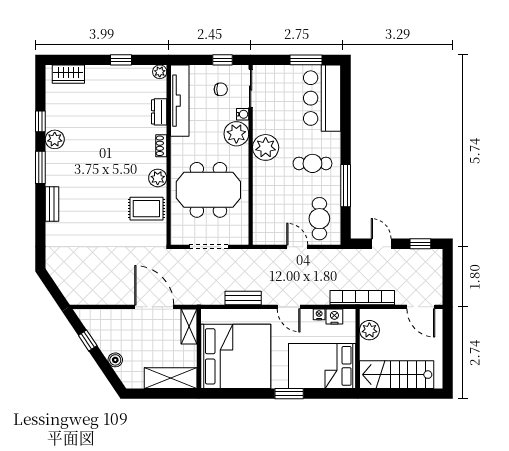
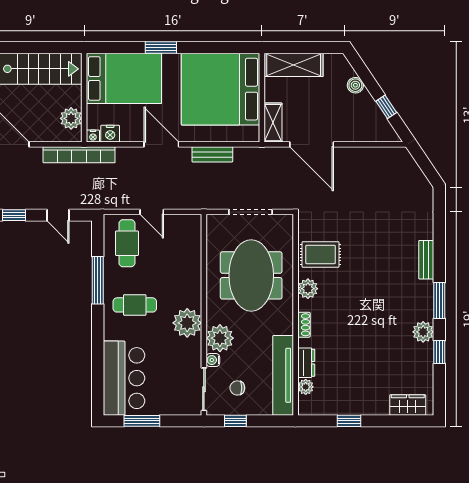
plant: (160, 72) -> (306, 387), moved
meeting table: (208, 190) -> (251, 275), turned 90
door: (289, 307) -> (161, 144), width x1.37
nightstand: (319, 314) -> (93, 136), moved

